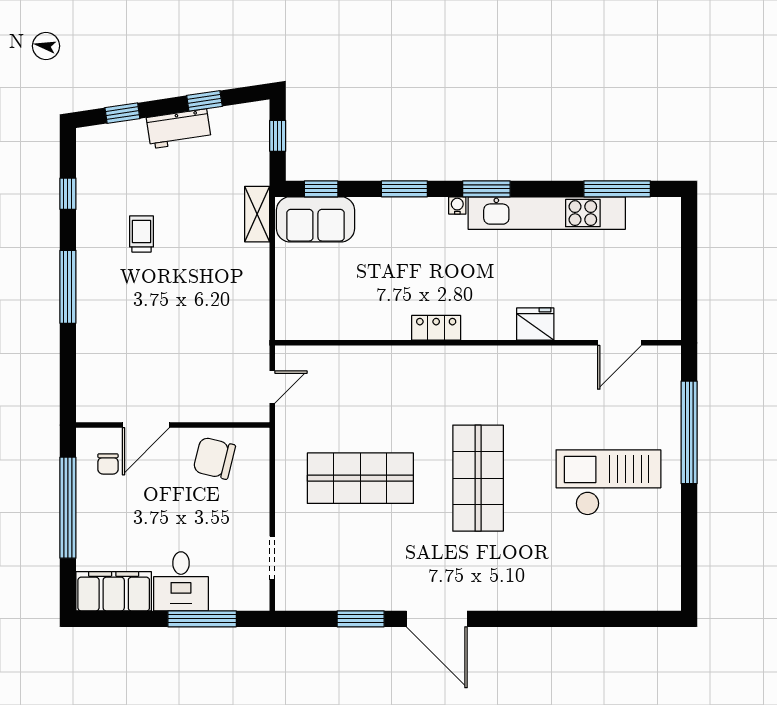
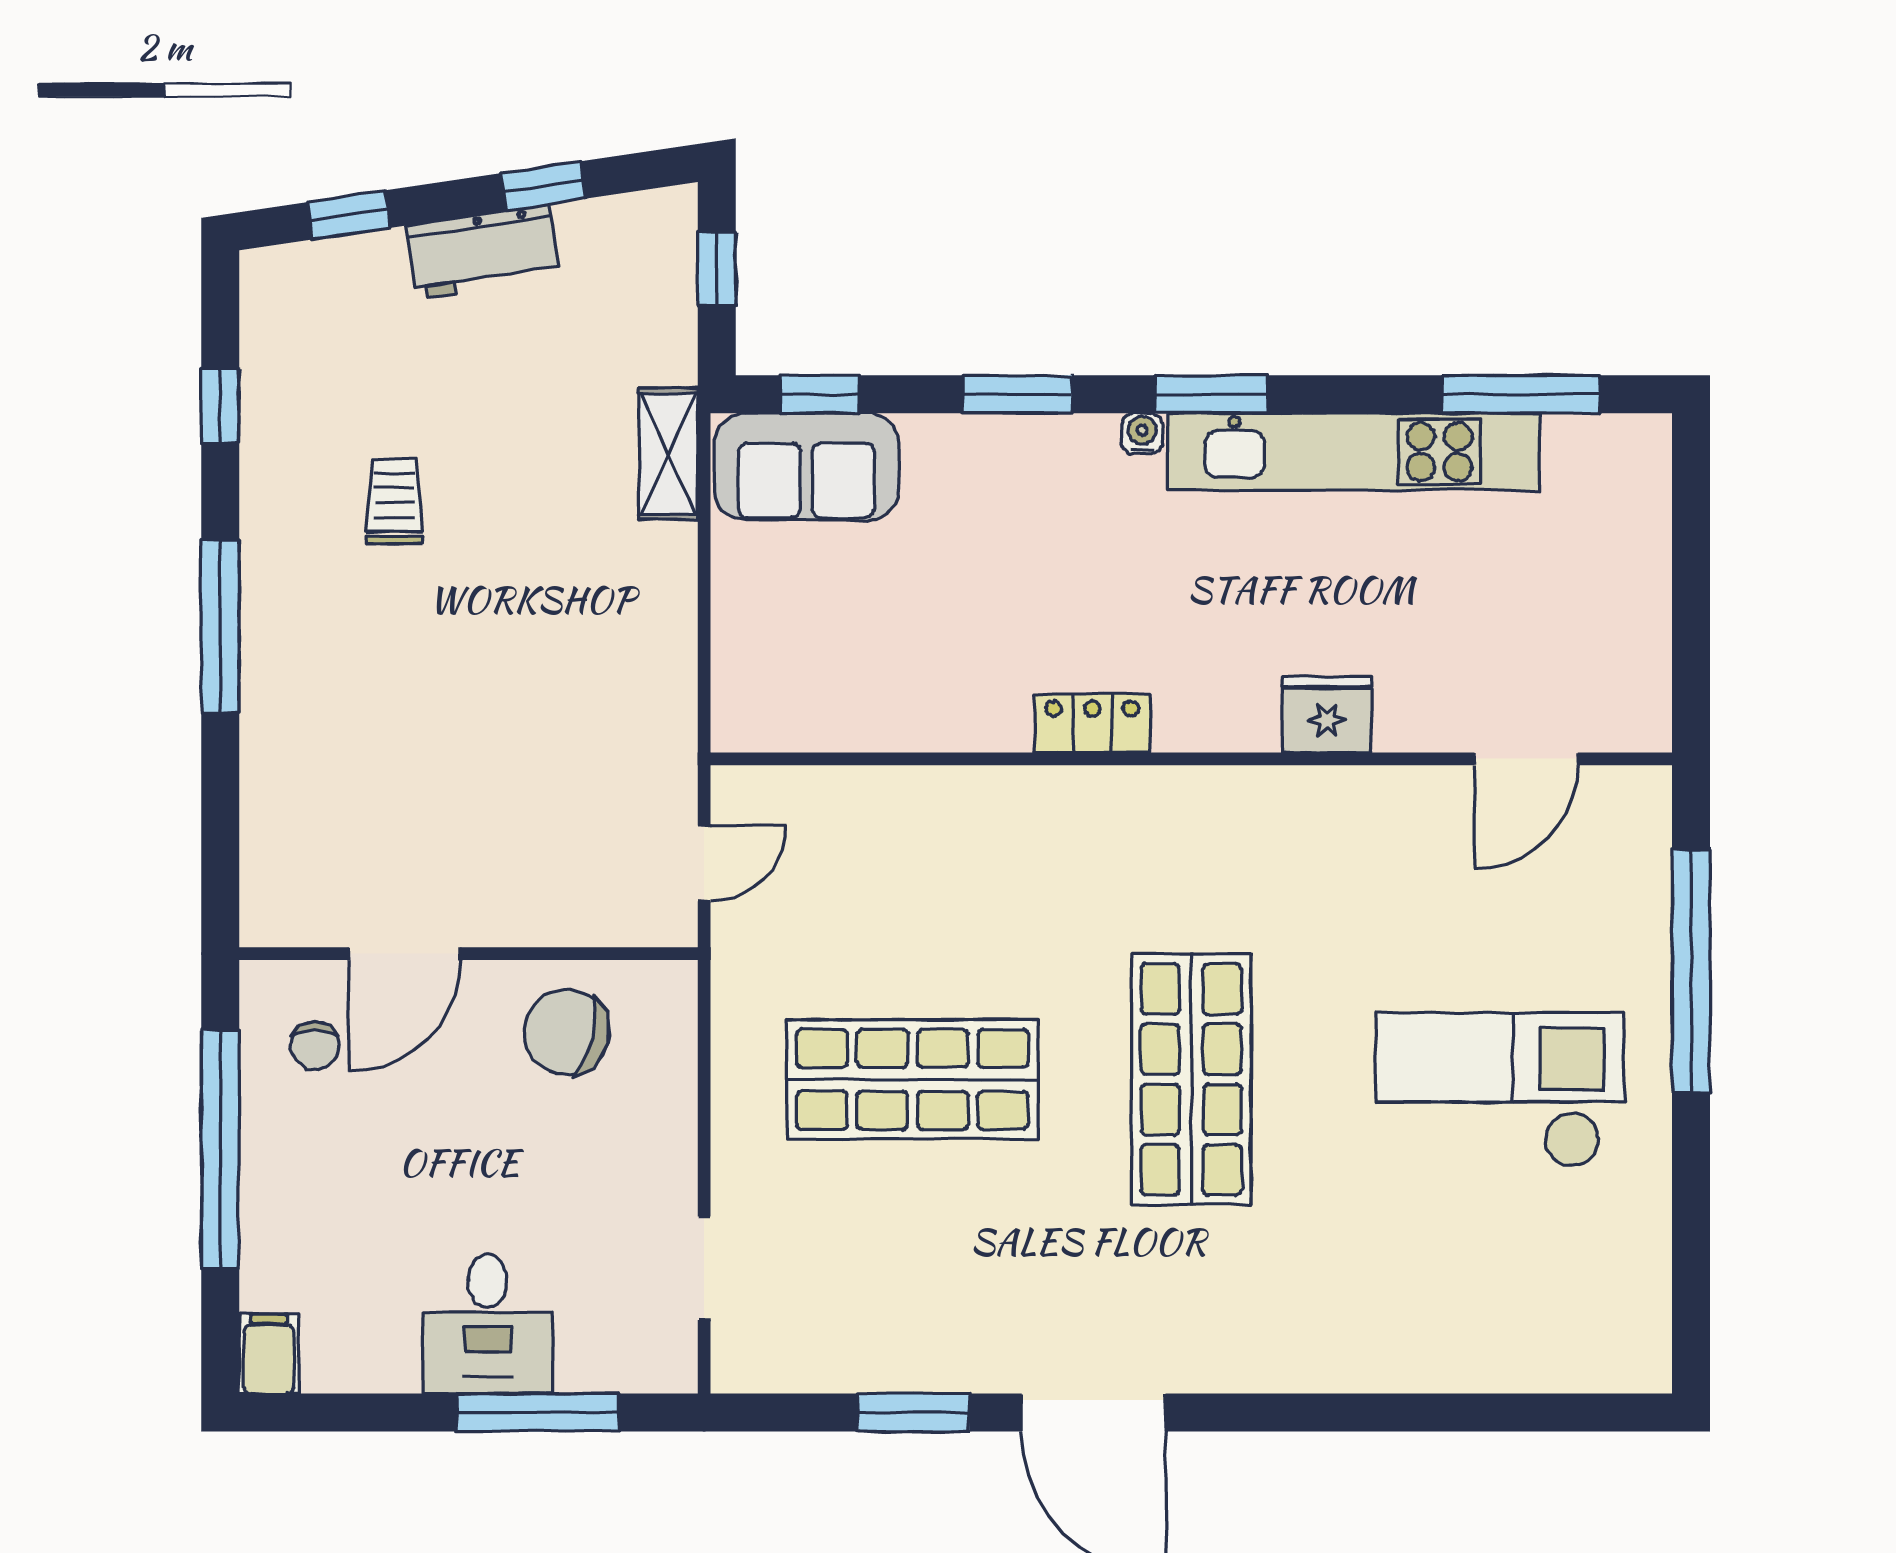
filing cabinet: (114, 591) -> (269, 1354), width x0.33, depth x0.86

